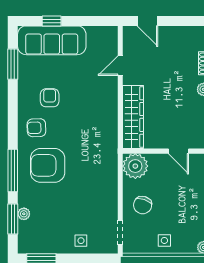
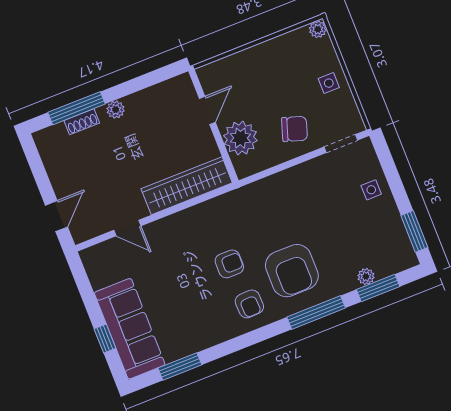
armchair: (50, 98) -> (229, 264), moved, turned 180
plant: (135, 166) -> (240, 138), moved

